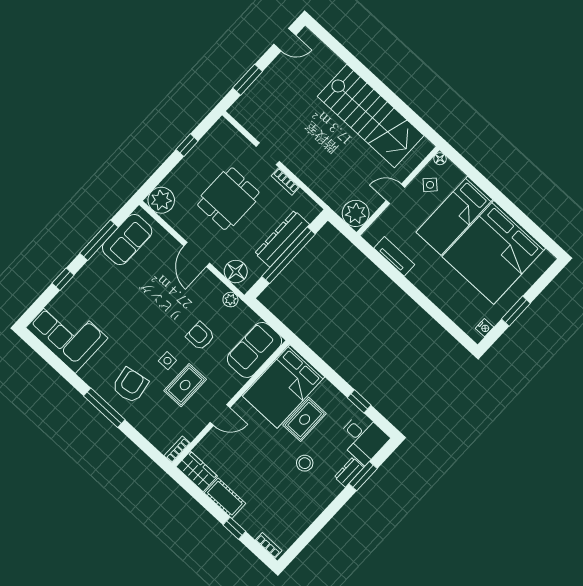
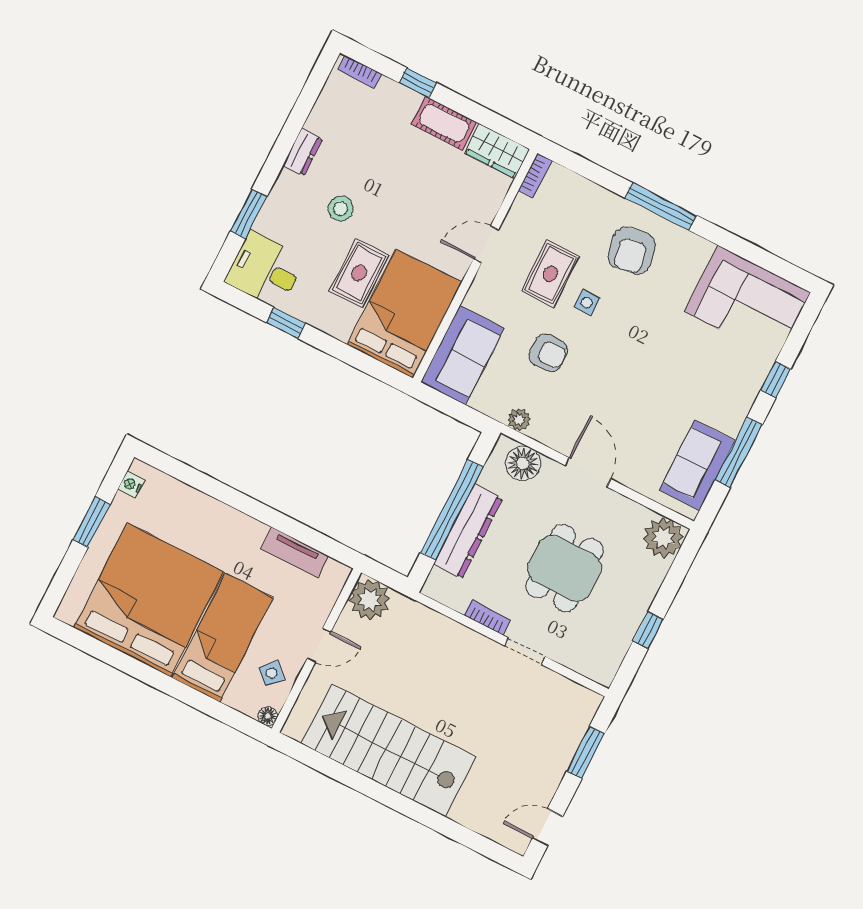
dresser: (349, 472) -> (303, 152), moved

